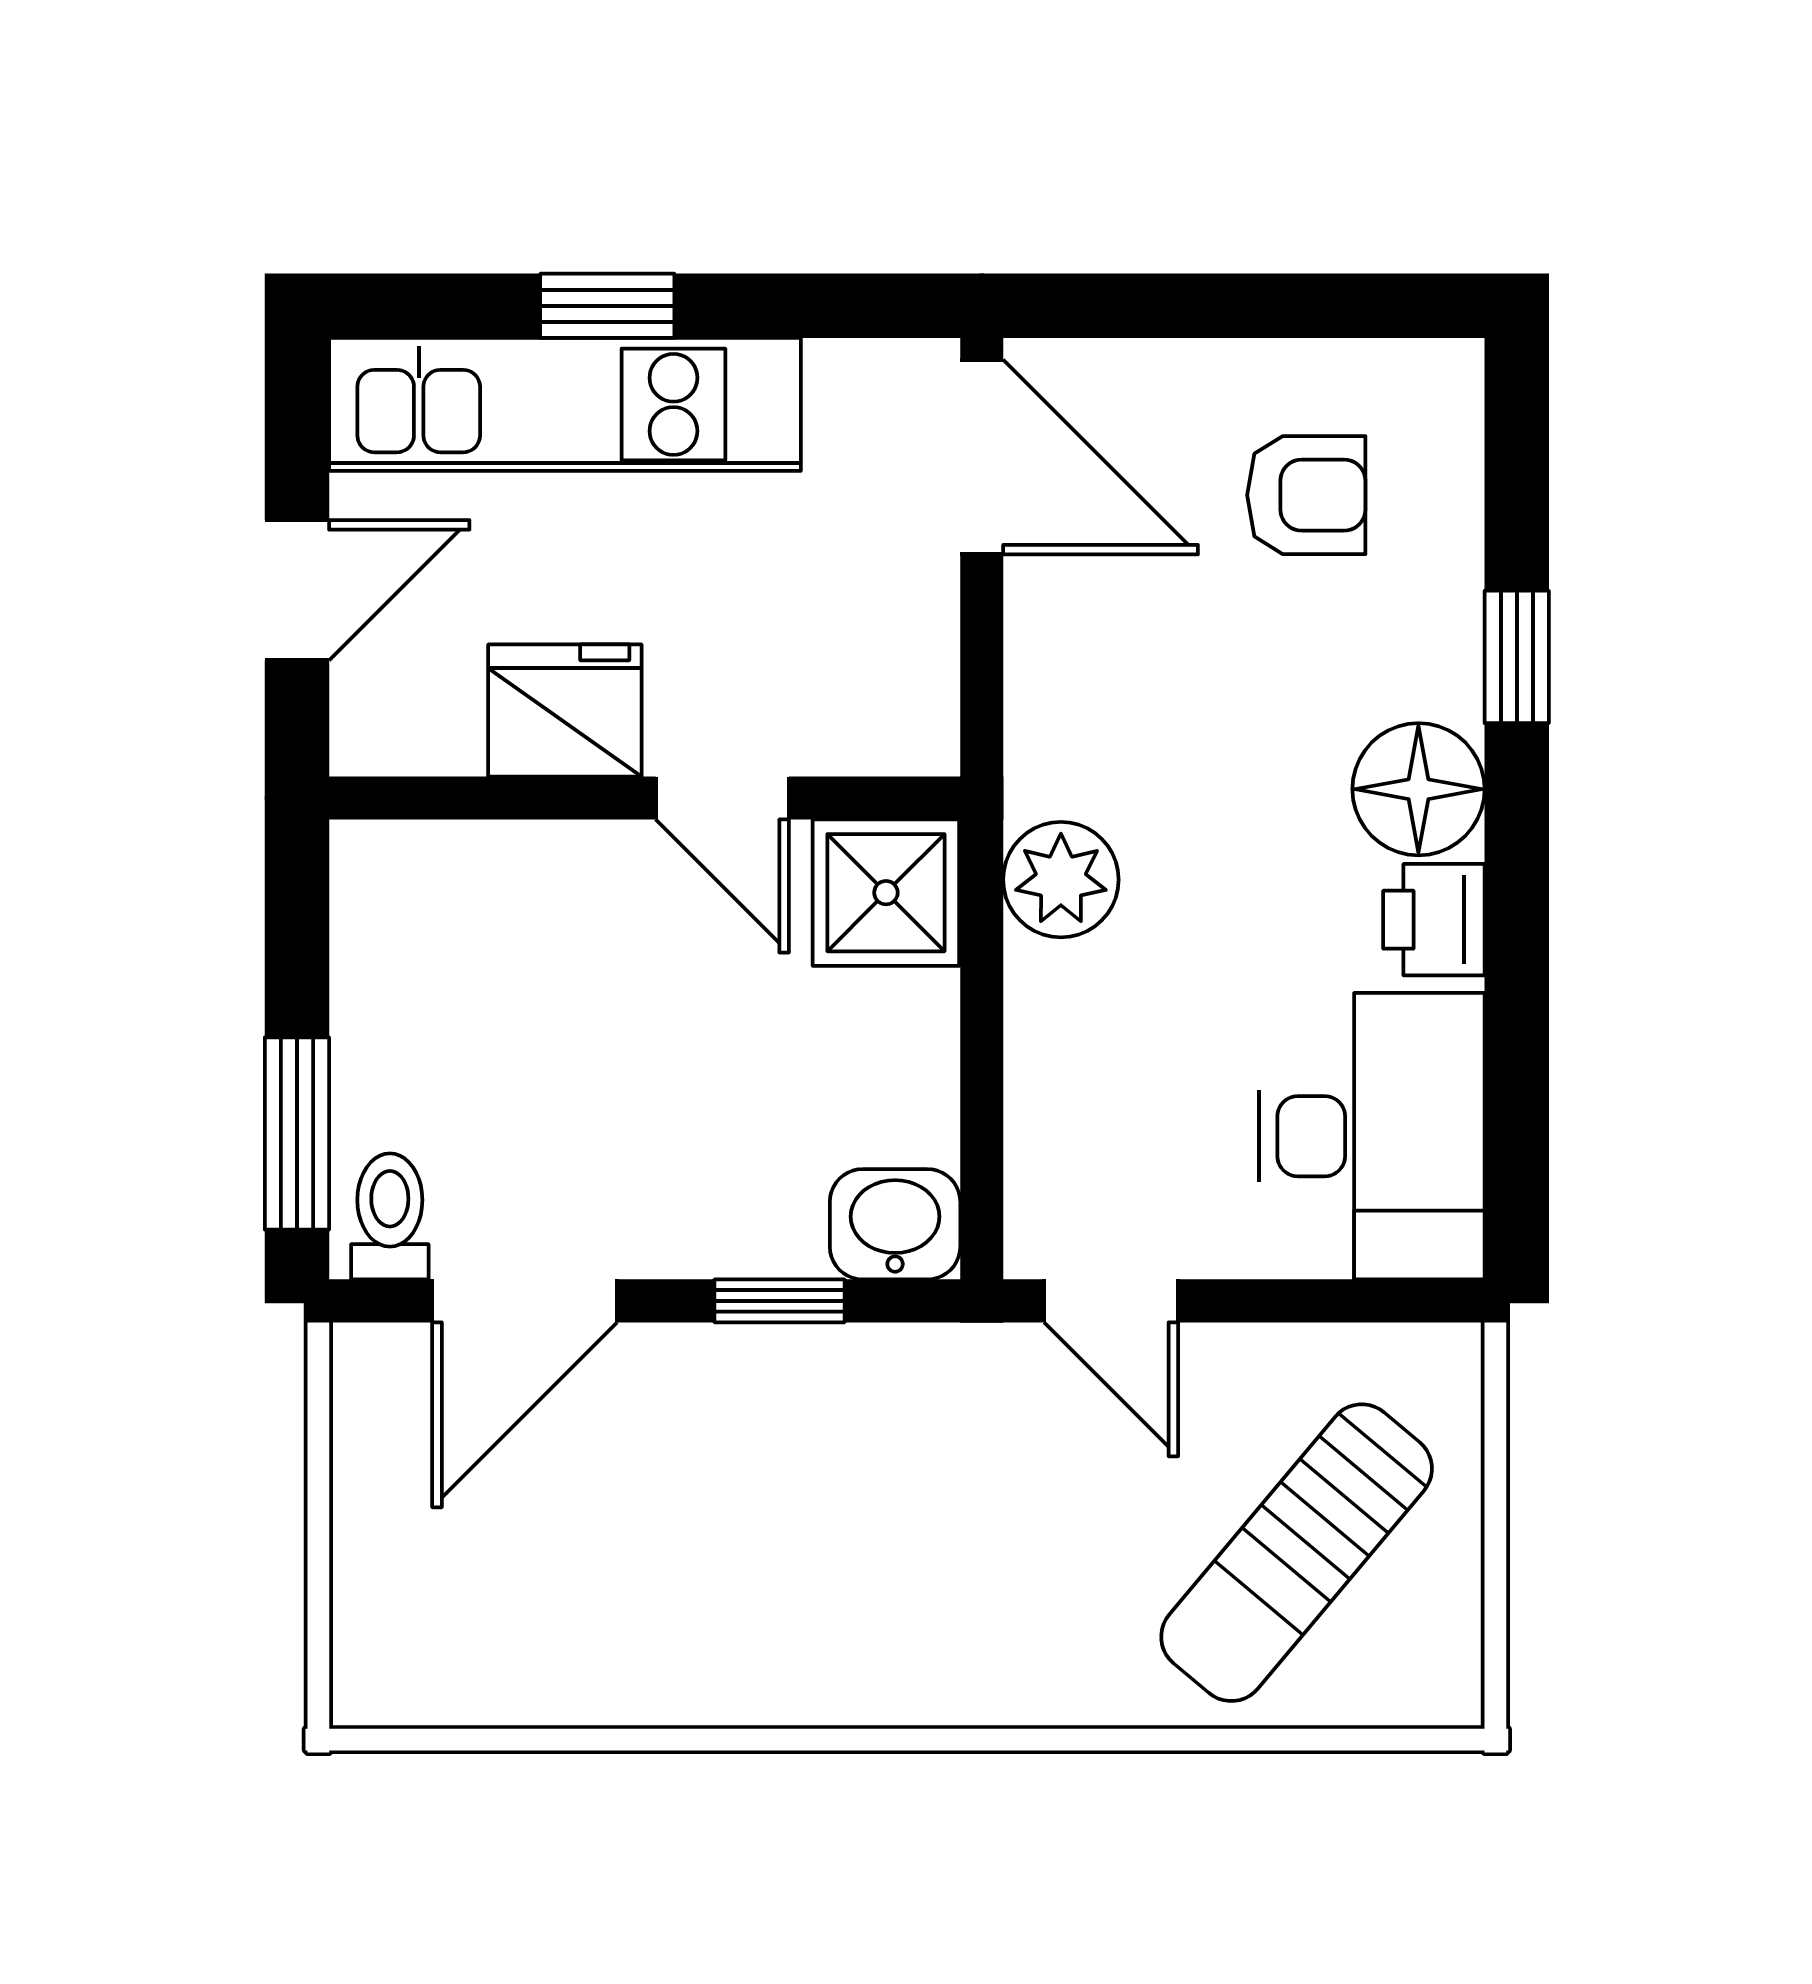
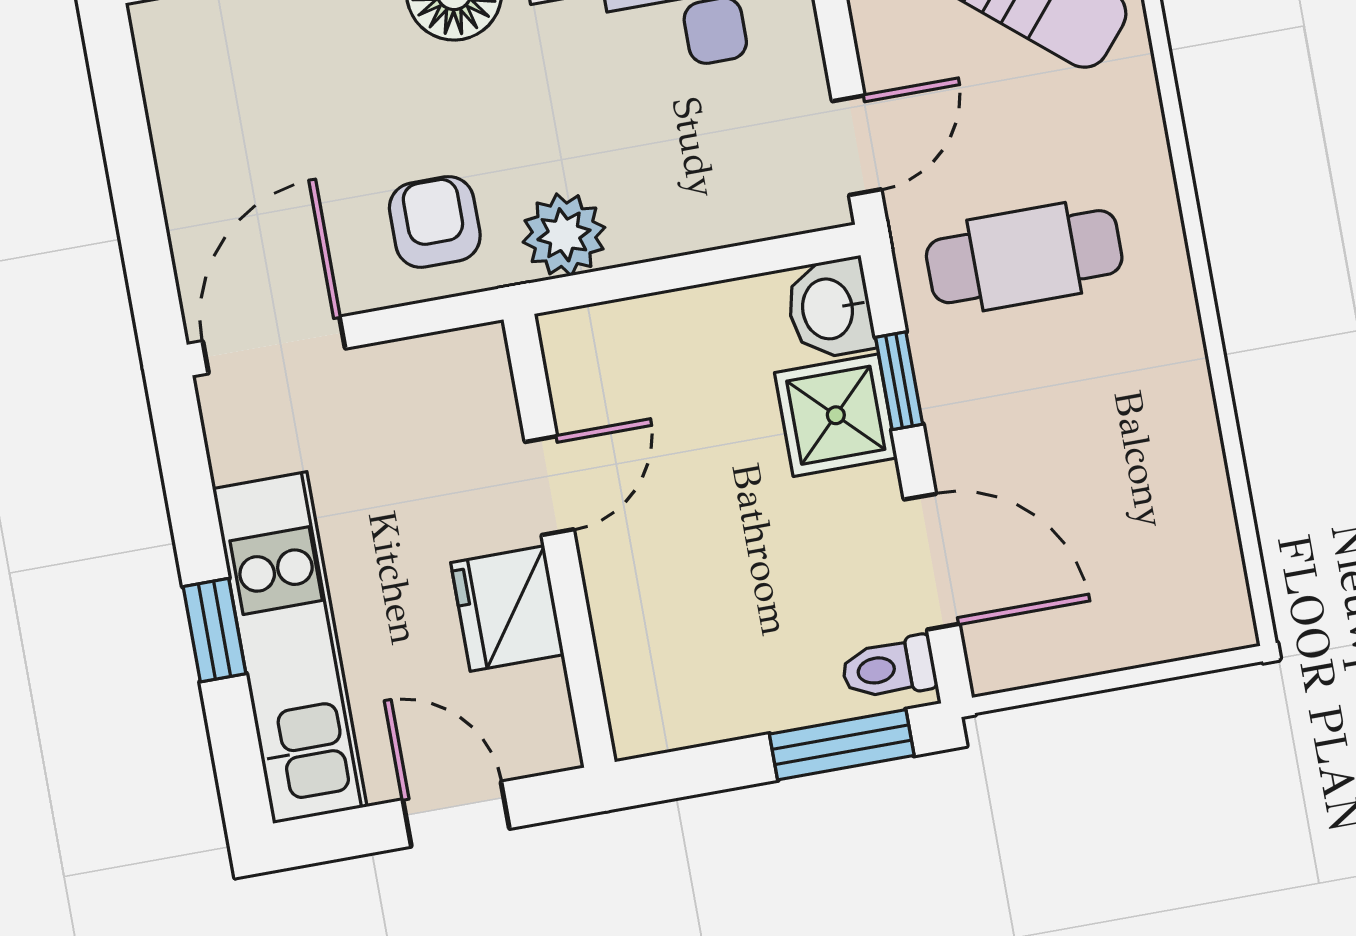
armchair: (1306, 495) -> (435, 222), moved
shower: (886, 893) -> (836, 415), moved
cafe table: (918, 1502) -> (1024, 257), added

